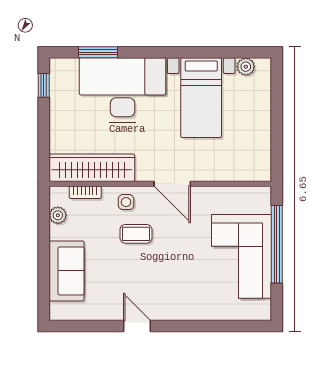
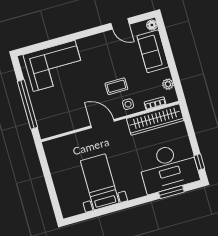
plant: (246, 67) -> (78, 209), removed
desk: (123, 90) -> (169, 168), moved
corner sofa: (242, 256) -> (54, 66), moved, turned 90
floor lamp: (57, 311) -> (152, 25), added
door: (137, 326) -> (120, 24), moved

